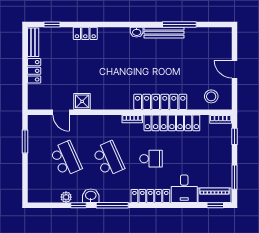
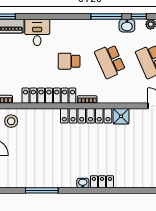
locker: (85, 33) -> (102, 182), moved
bench: (164, 33) -> (57, 182), removed
shower: (82, 101) -> (121, 116), moved
locker: (160, 102) -> (86, 116), moved
locker: (150, 196) -> (70, 25), removed

